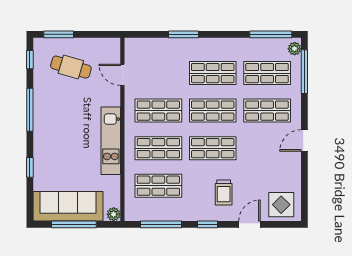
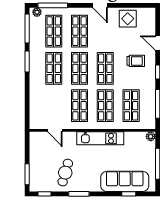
window: (183, 34) -> (27, 61), moved
cafe table: (71, 67) -> (65, 173), moved
door: (122, 75) -> (55, 130), hinge flipped
window: (30, 110) -> (79, 194), width x0.69
window: (30, 167) -> (129, 194), moved
display table: (281, 205) -> (128, 19), moved
sofa: (68, 206) -> (125, 181), moved, turned 90

